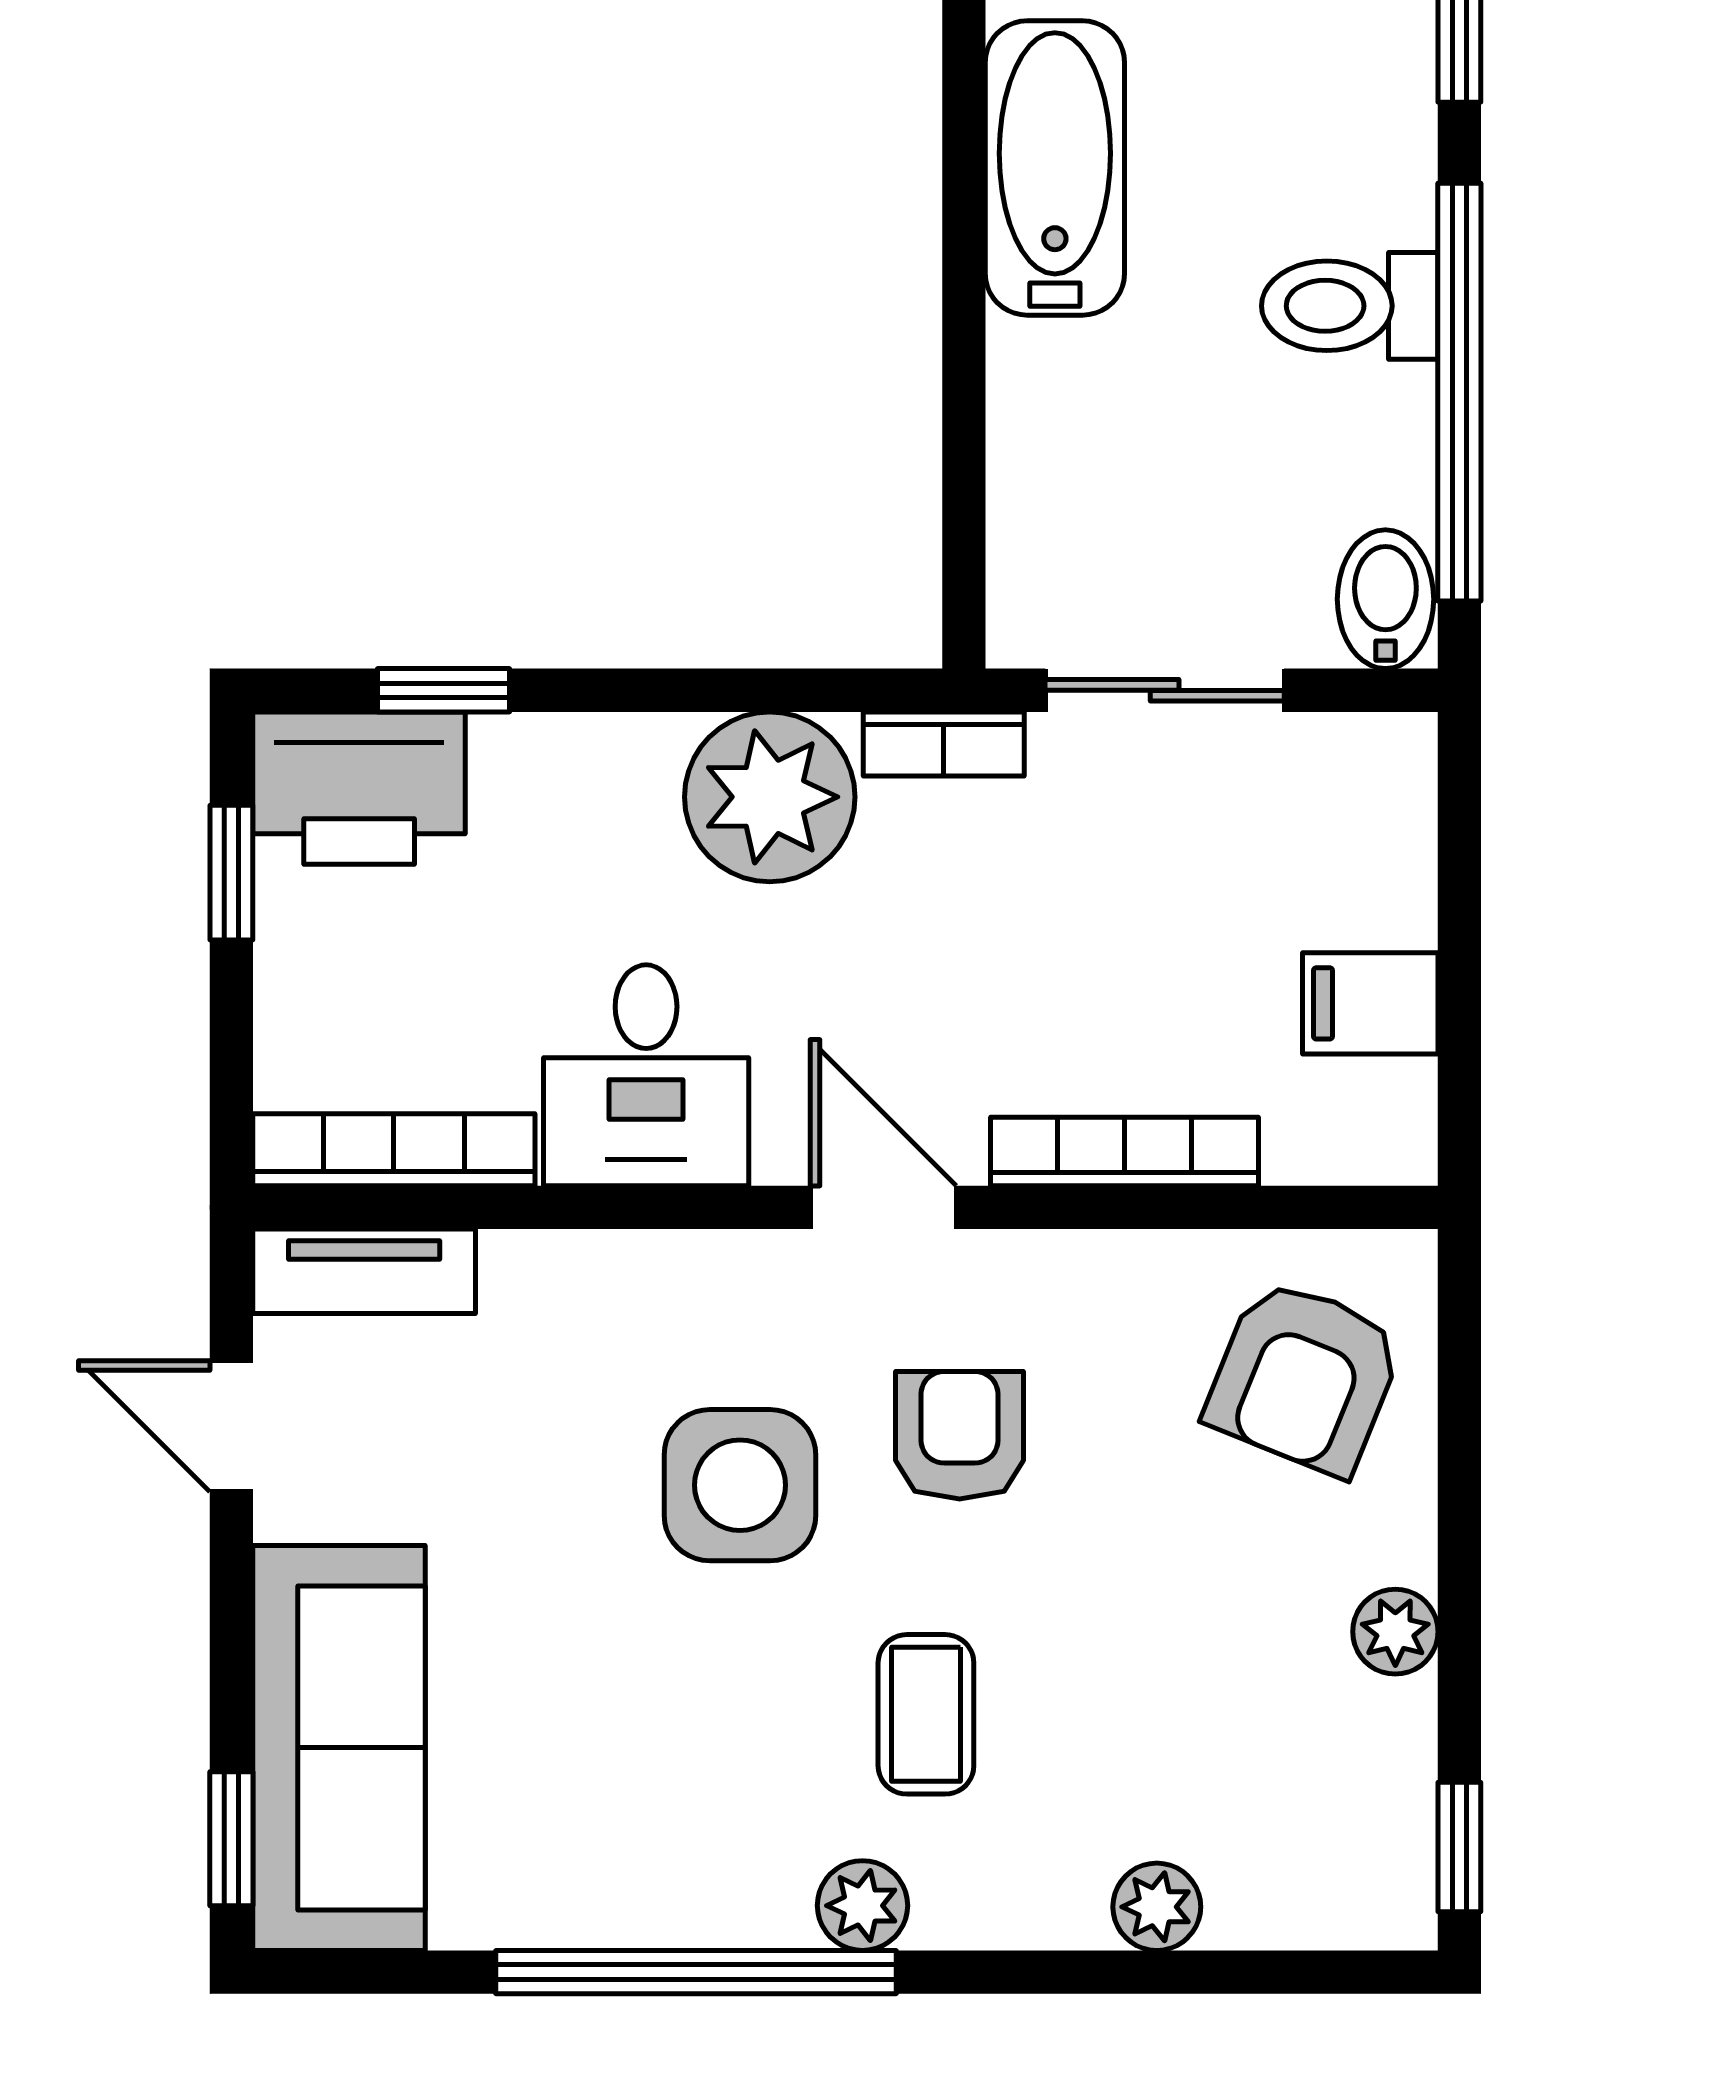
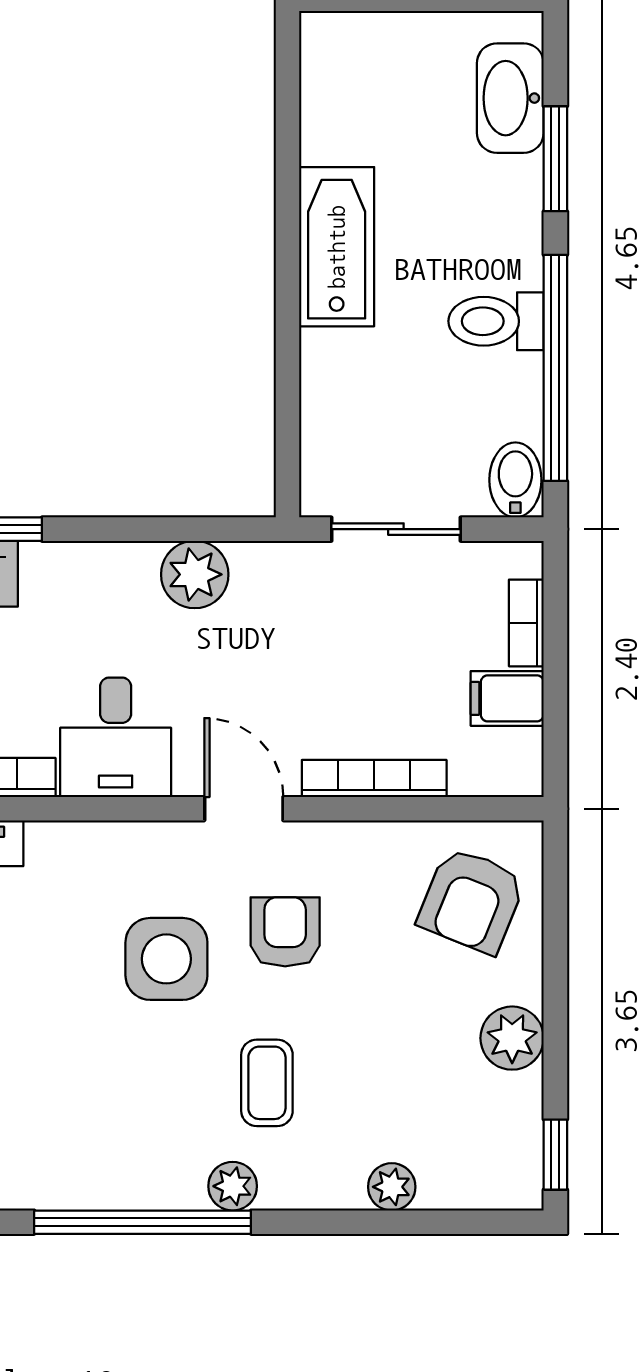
bookcase: (944, 744) -> (526, 623), moved, turned 90
plant: (770, 797) -> (195, 574), width x0.73, depth x0.73
plant: (1395, 1632) -> (512, 1038), width x1.38, depth x1.38

